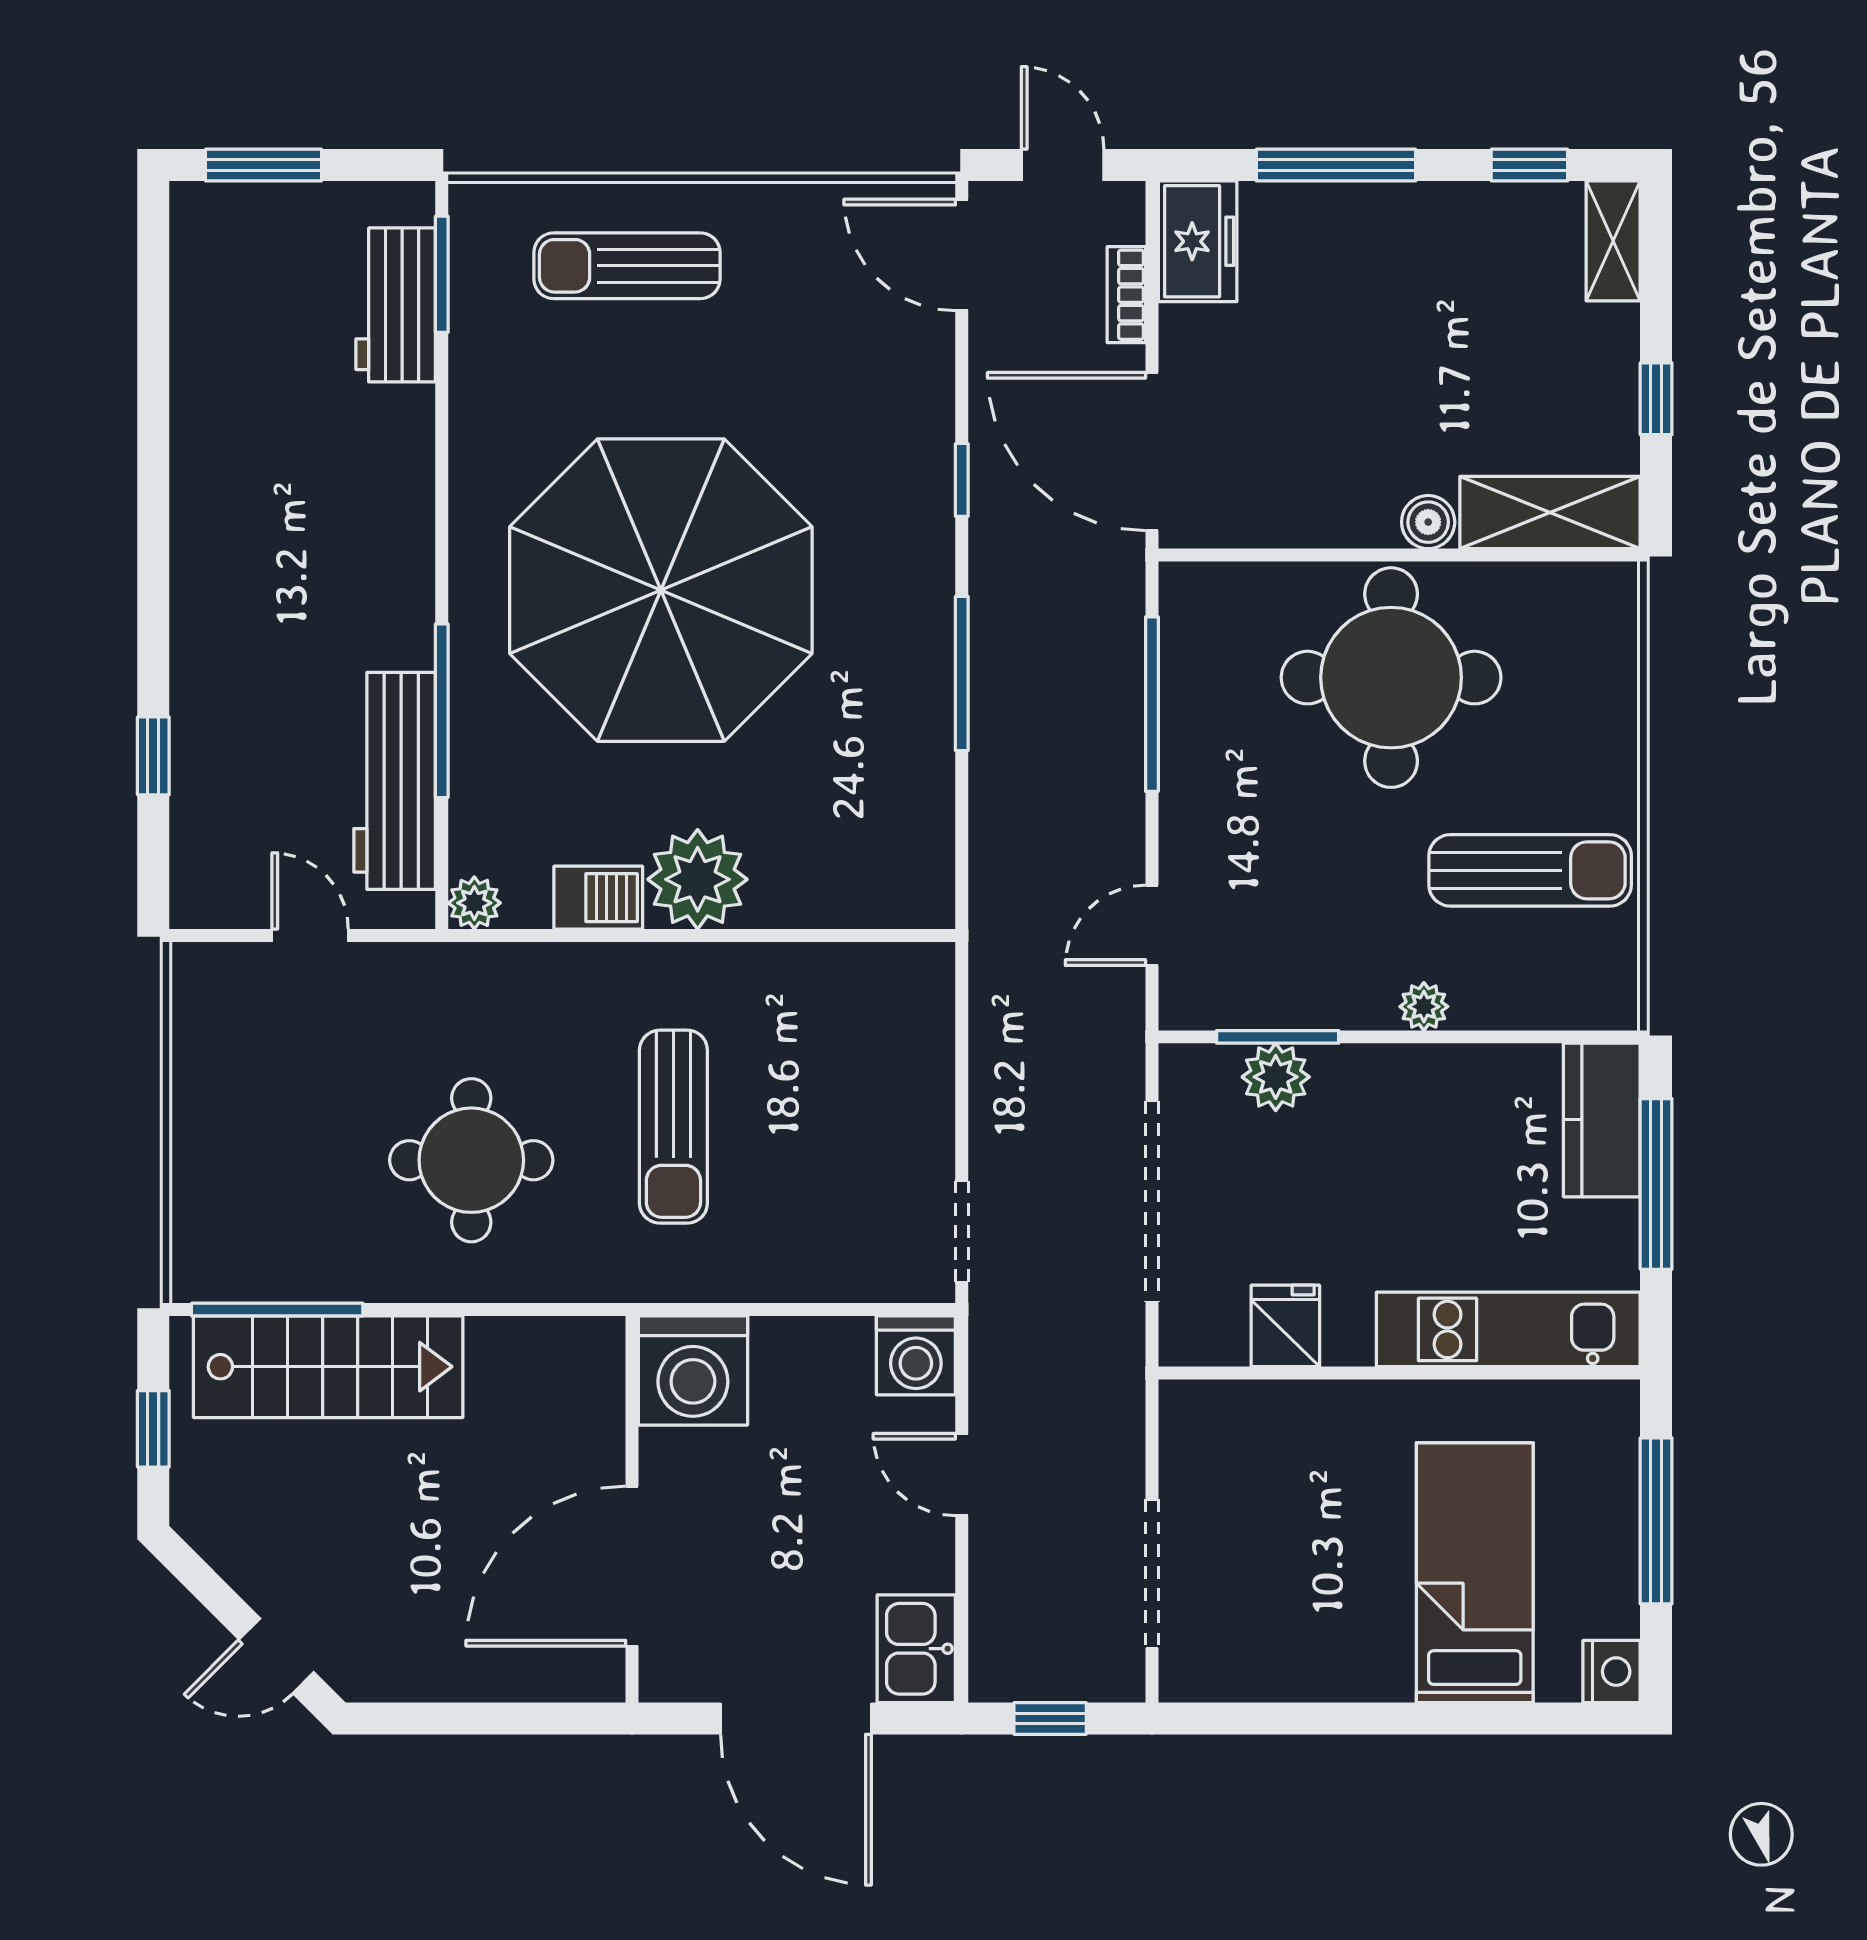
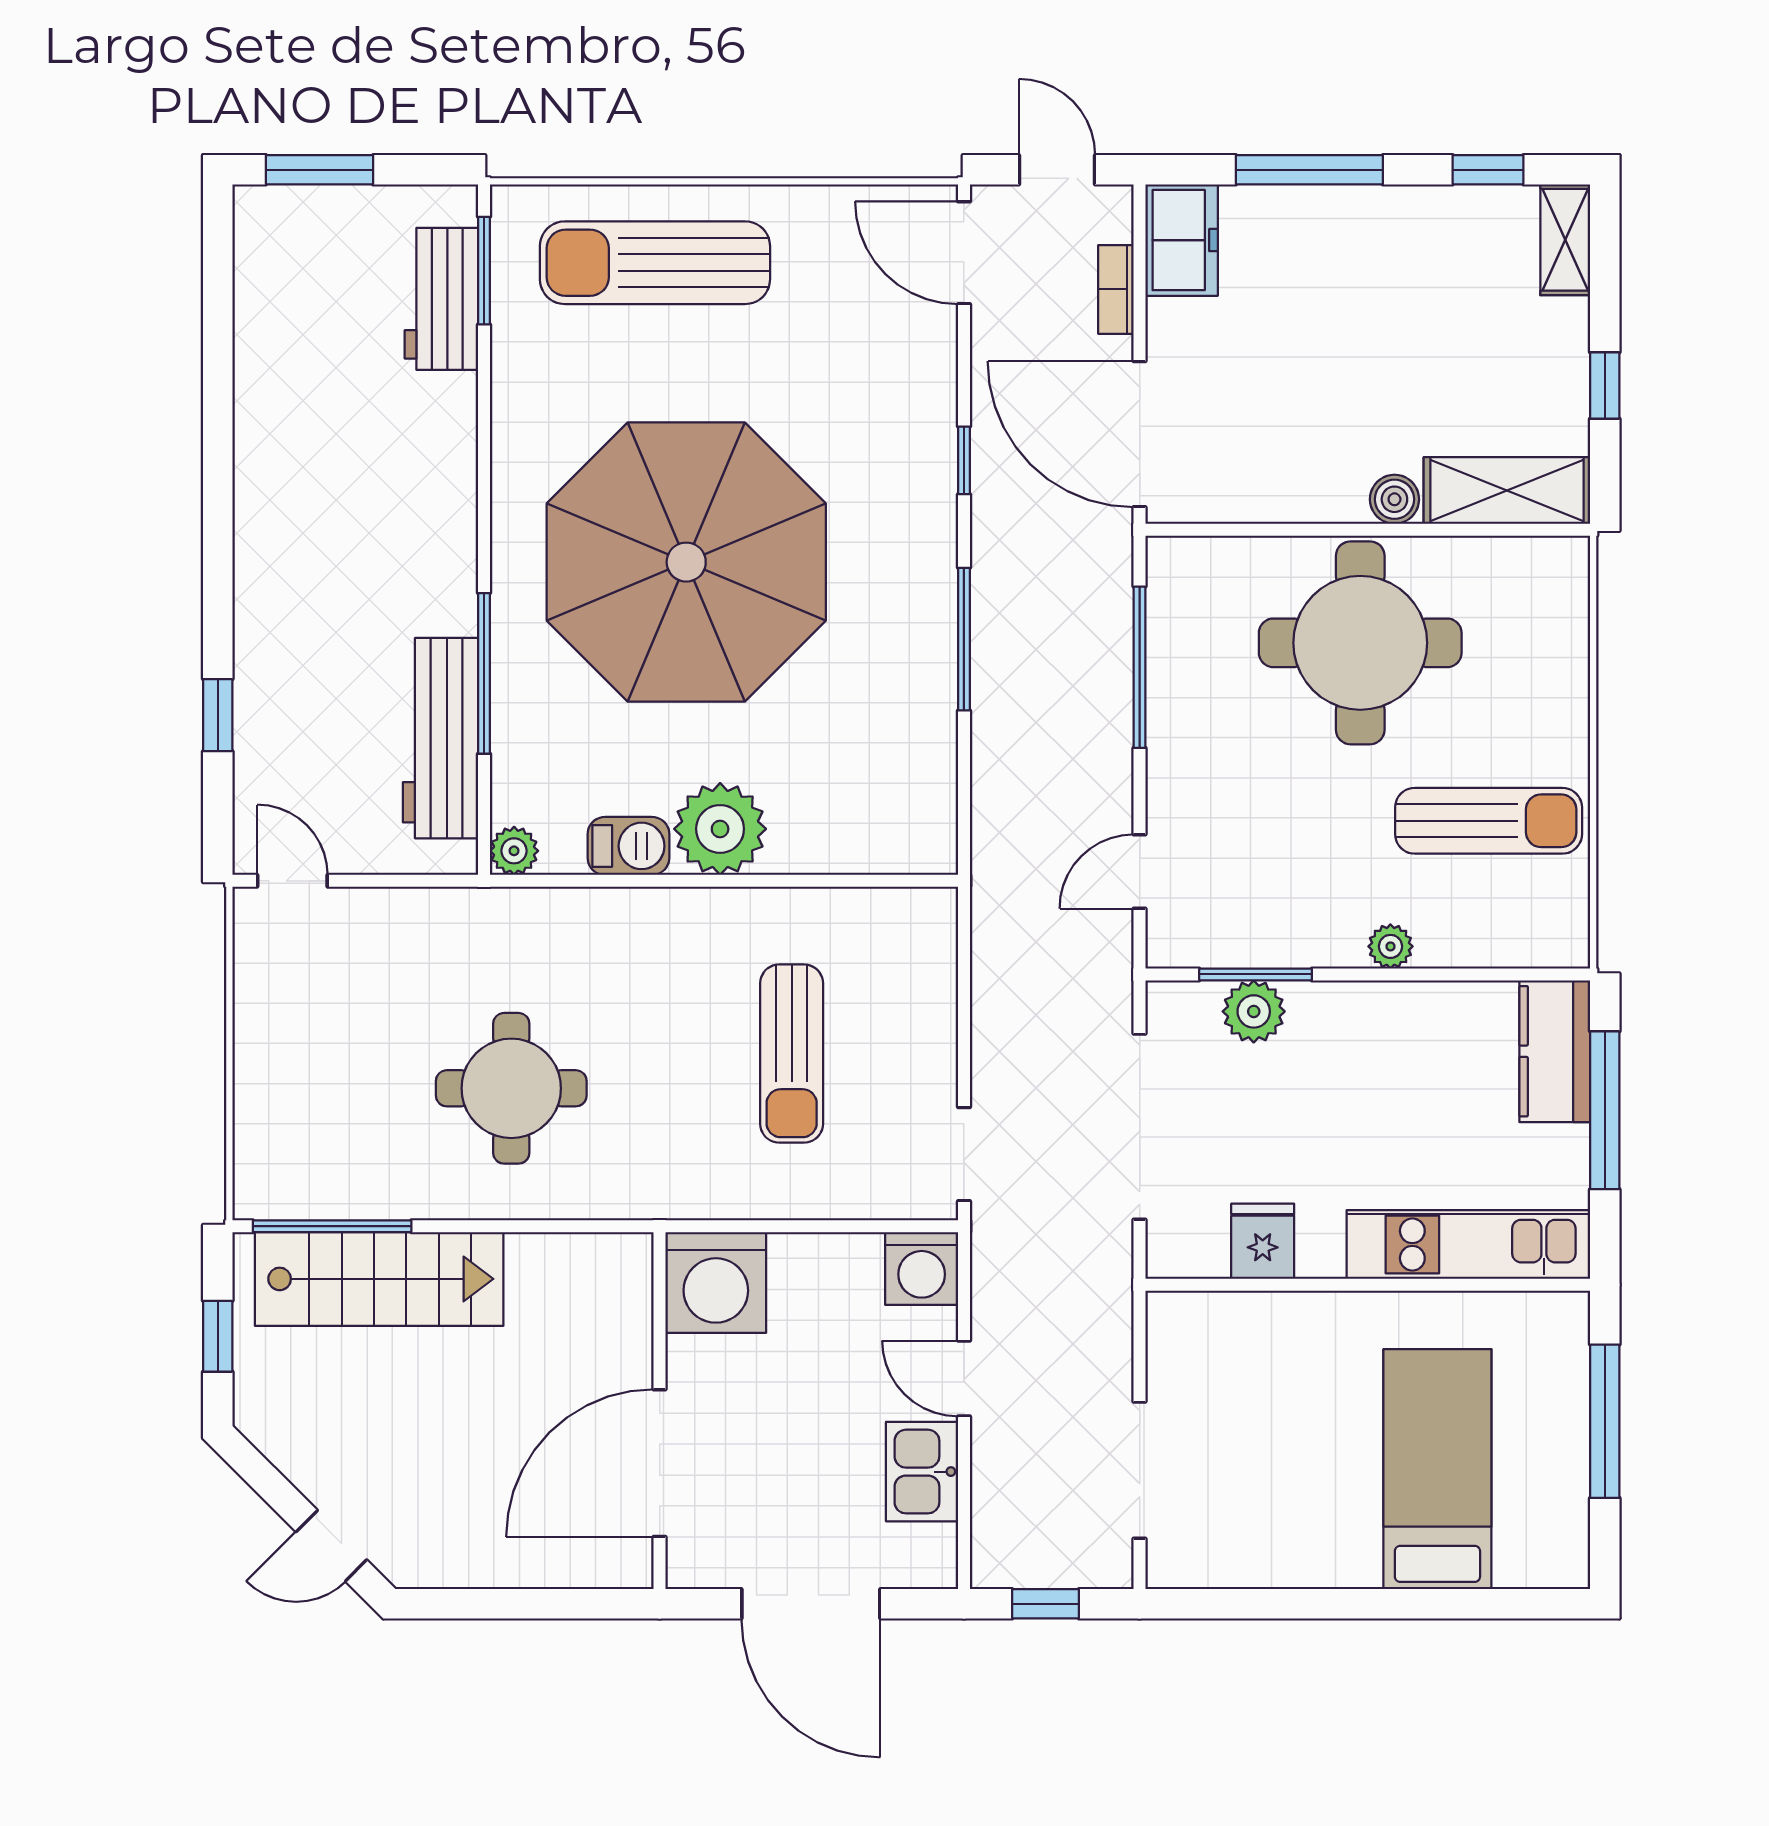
sun lounger: (627, 266) -> (655, 263), width x1.36, depth x1.34
door: (310, 935) -> (292, 881), moved
sun lounger: (673, 1127) -> (792, 1054), moved
kitchen sink: (916, 1649) -> (922, 1472), moved
nightstand: (1612, 1672) -> (1564, 1560), removed

